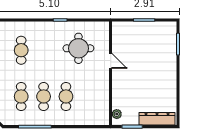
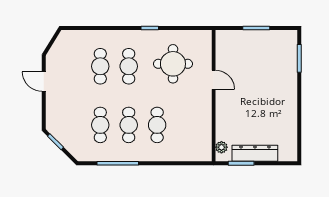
cafe table: (44, 50) -> (129, 66), added
dresser: (157, 119) -> (255, 153), moved

